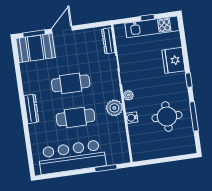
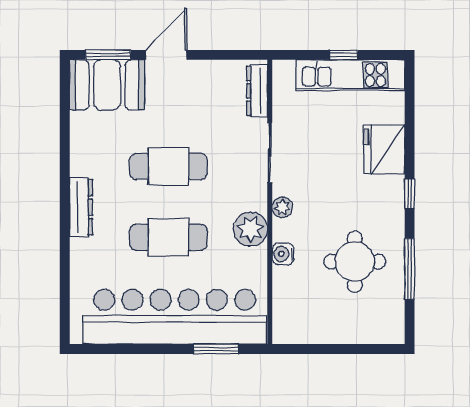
bar counter: (72, 157) -> (175, 317), width x1.36

